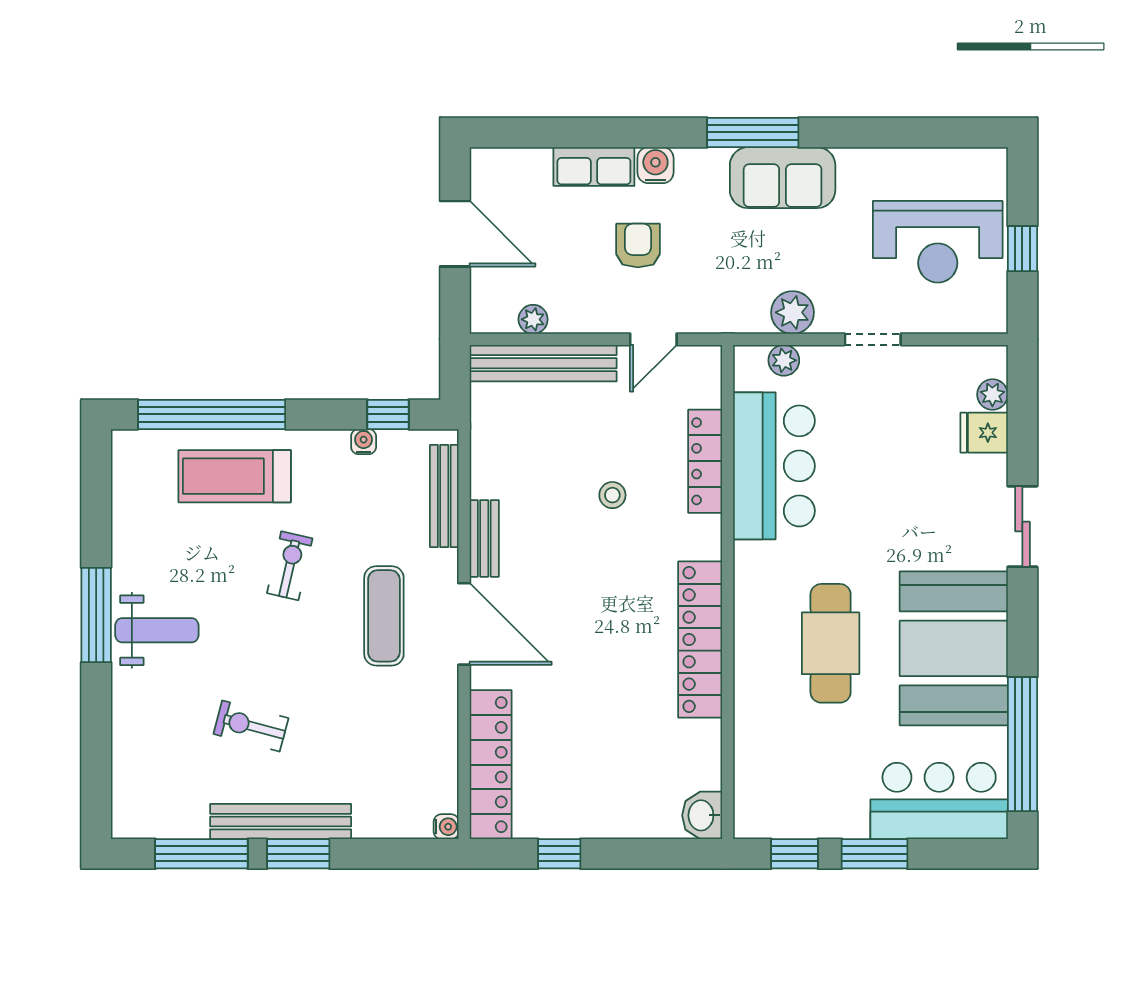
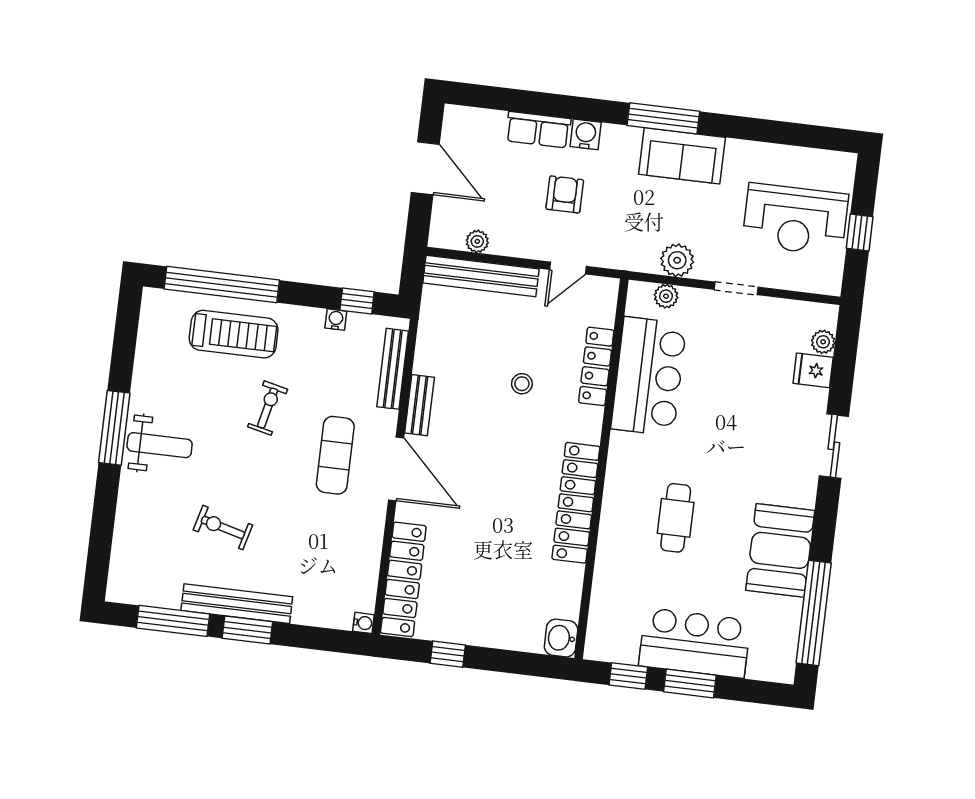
treadmill: (235, 476) -> (234, 334), turned 180
cafe table: (831, 643) -> (676, 518), width x0.73, depth x0.74
booth: (954, 648) -> (780, 550), width x0.73, depth x0.70
bar counter: (939, 801) -> (695, 643), moved

